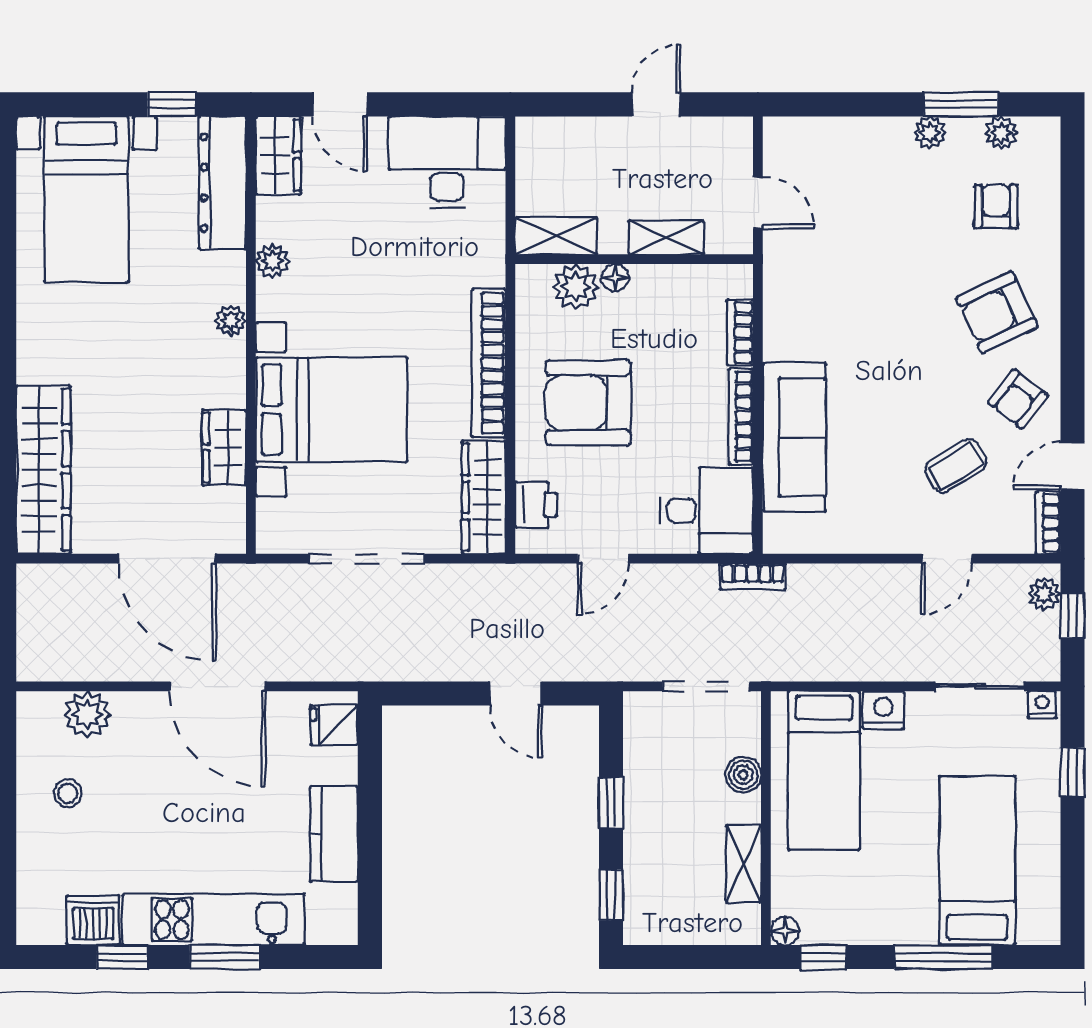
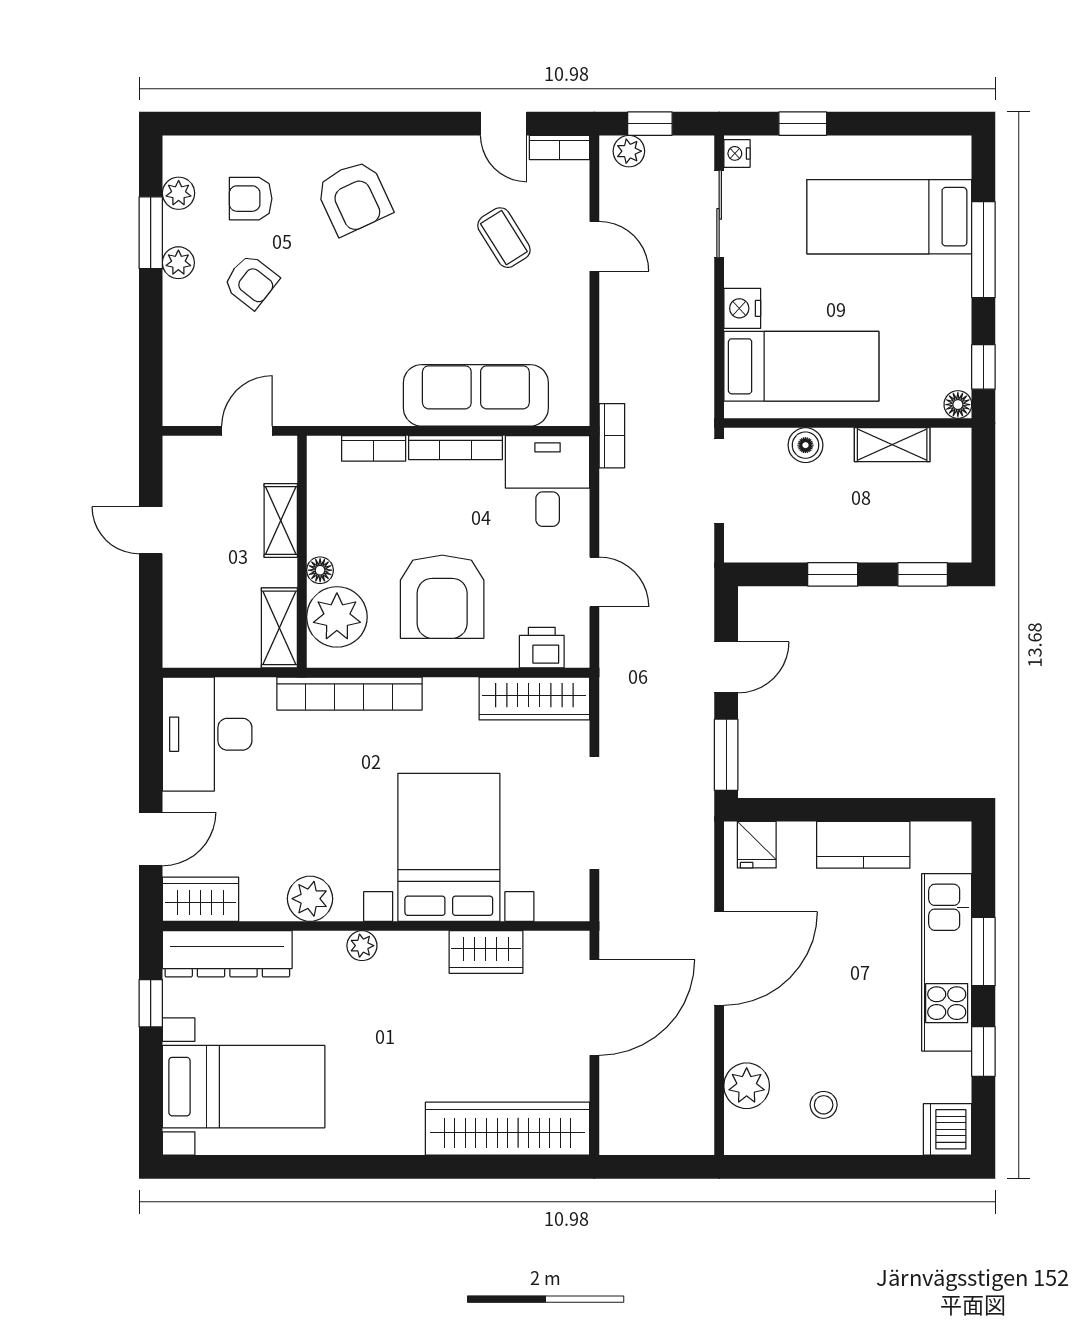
plant: (272, 261) -> (310, 899), width x1.38, depth x1.38
plant: (576, 287) -> (337, 617), width x1.36, depth x1.36
bookcase: (489, 363) -> (349, 694), moved
armchair: (1018, 399) -> (251, 282), moved
window: (426, 694) -> (726, 755), added
dishwasher: (93, 920) -> (948, 1129), moved

